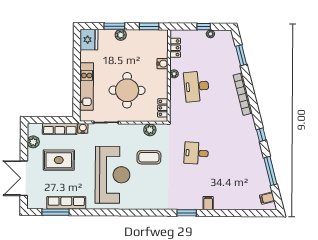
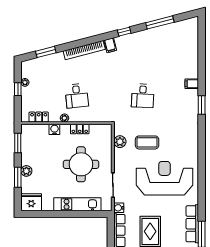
desk: (197, 86) -> (77, 96), width x0.73
locker: (163, 108) -> (80, 129), moved
coffee table: (149, 157) -> (147, 142), turned 90
filing cabinet: (267, 198) -> (110, 45), moved

